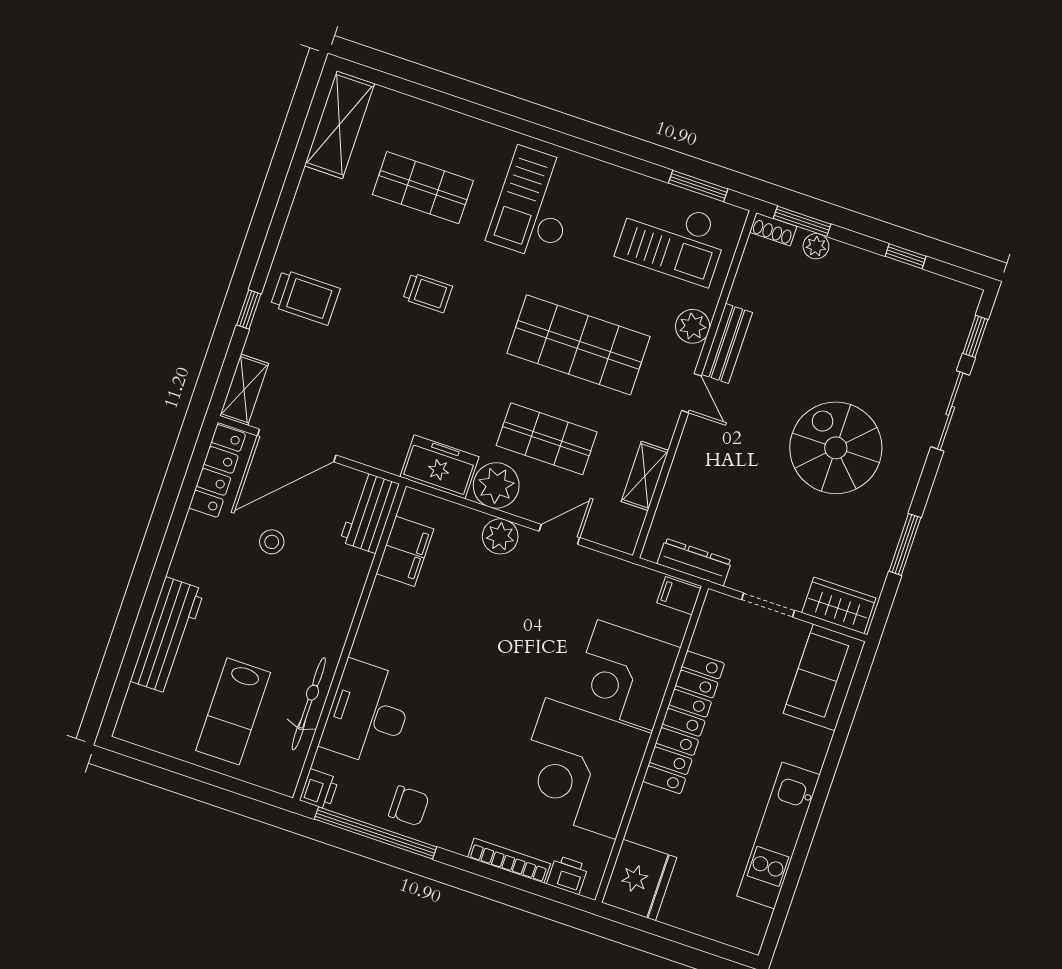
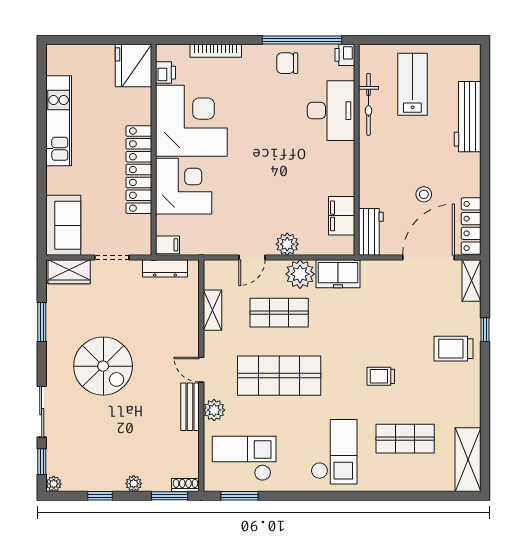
plant: (816, 246) -> (134, 484), moved
plant: (969, 297) -> (54, 484), added
printer: (568, 875) -> (165, 73), moved, turned -90

